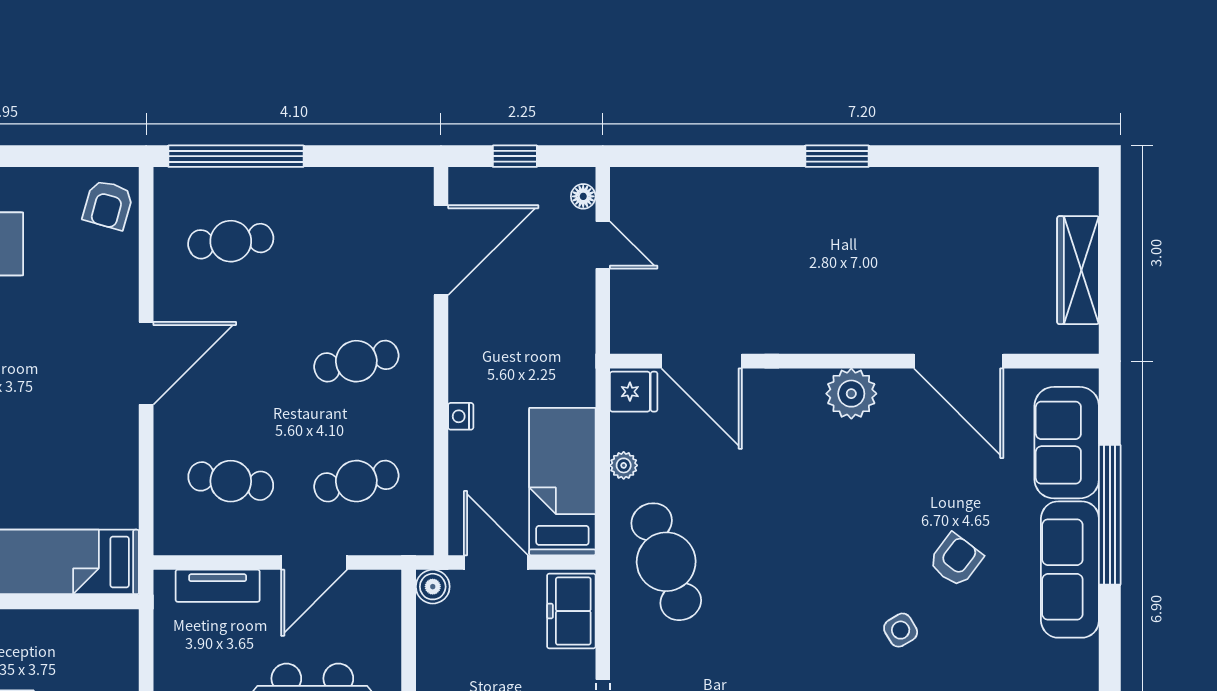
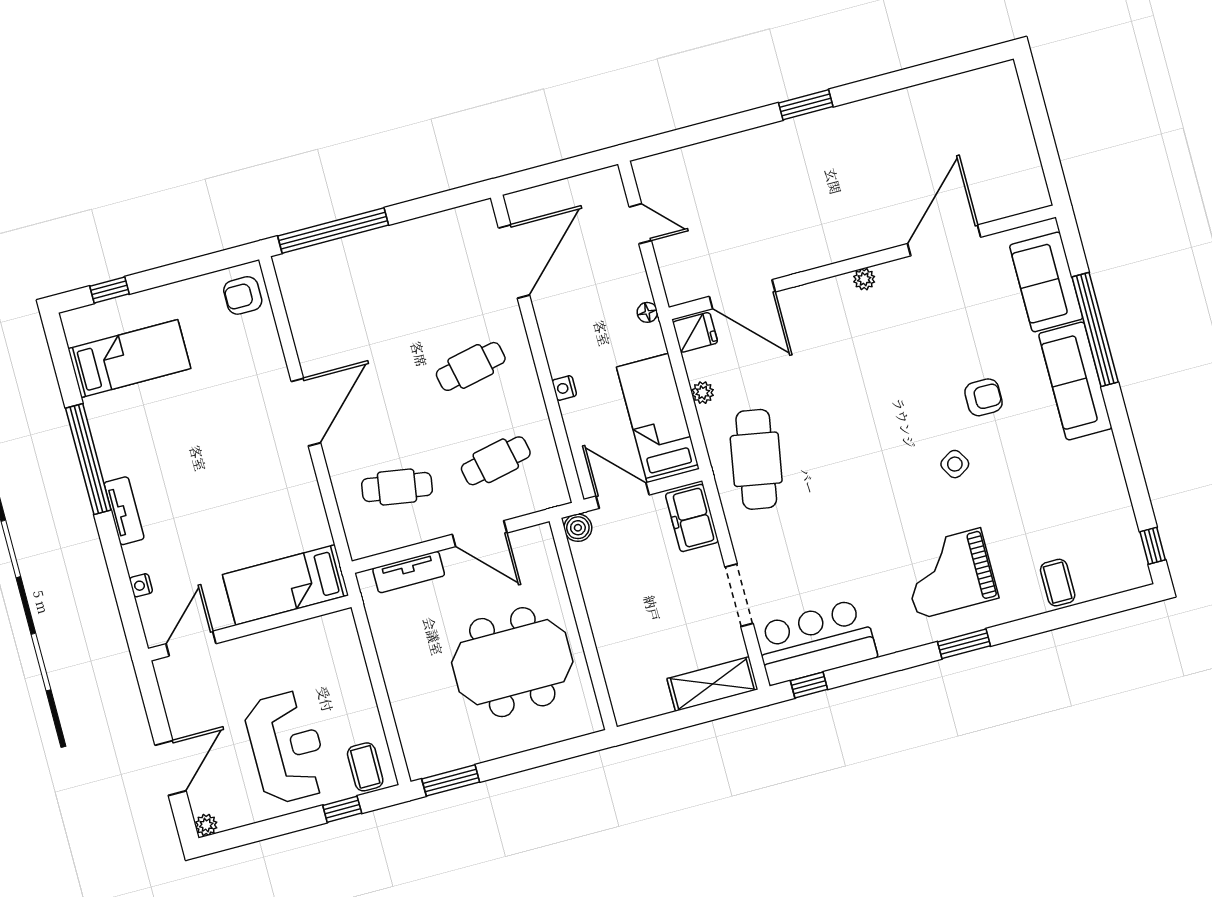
window: (515, 156) -> (552, 172), removed
floor lamp: (583, 196) -> (647, 312), moved
armchair: (108, 205) -> (243, 295), turned 74
cafe table: (231, 241) -> (347, 298), removed
wardrobe: (1078, 270) -> (1019, 144), removed
door: (959, 361) -> (944, 240), swing flipped
plant: (851, 394) -> (864, 279), width x0.53, depth x0.53
armchair: (956, 560) -> (984, 397), turned 53
door: (314, 562) -> (480, 534), hinge flipped
cafe table: (666, 562) -> (756, 459), turned 30

